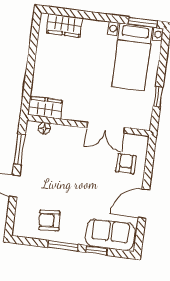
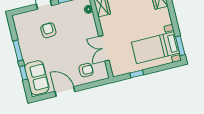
armchair: (49, 220) -> (48, 30), moved

